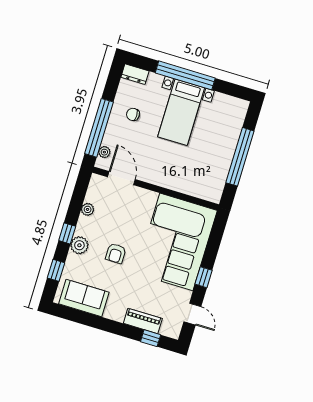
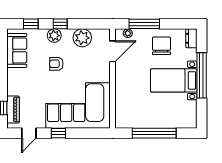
chair: (133, 114) -> (162, 46), width x1.87, depth x1.87
window: (99, 128) -> (144, 24), width x0.68
plant: (88, 209) -> (82, 38), width x1.88, depth x1.88
piano: (143, 321) -> (13, 109), moved

